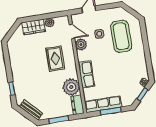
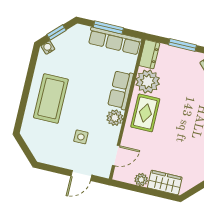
door: (72, 31) -> (116, 156), swing flipped
coffee table: (121, 36) -> (51, 99), moved
plant: (81, 45) -> (115, 118), moved
rug: (55, 59) -> (145, 113), moved

